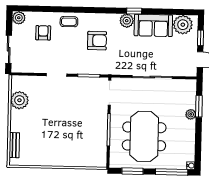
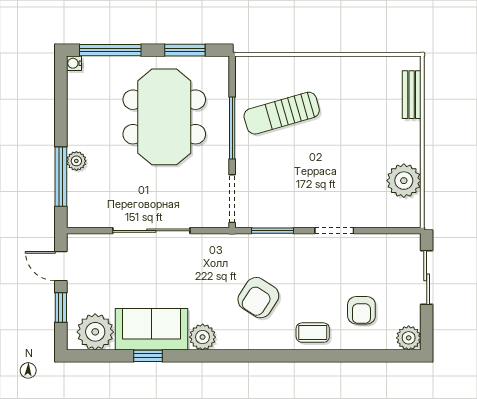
window: (134, 11) -> (148, 356), moved
armchair: (97, 41) -> (258, 298), turned -57
window: (199, 106) -> (61, 177), width x1.44
sun lounger: (83, 137) -> (282, 113), added

